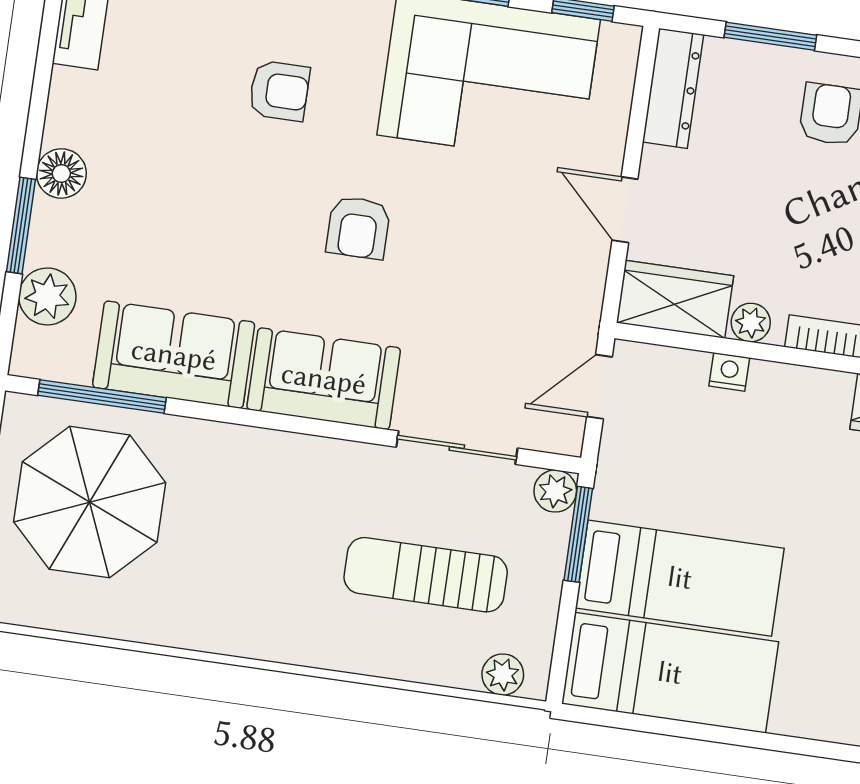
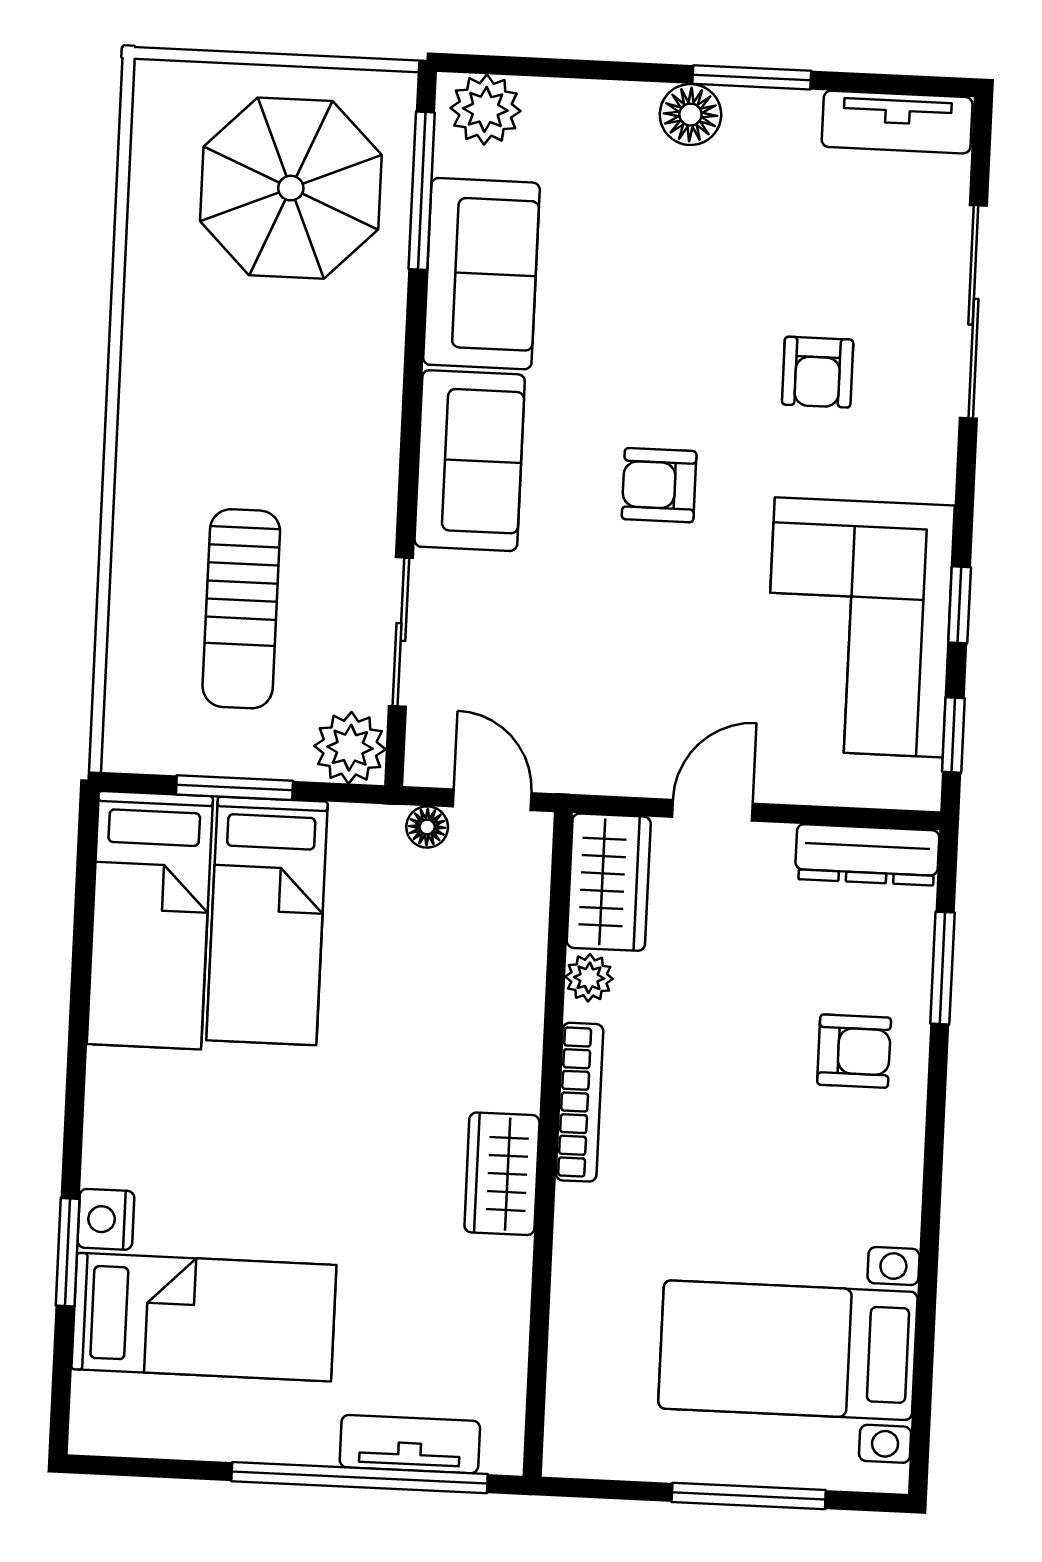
window: (21, 226) -> (752, 77), moved
plant: (47, 296) -> (485, 109), moved
nightstand: (729, 372) -> (526, 957), removed
floor lamp: (616, 442) -> (427, 827), added
plant: (555, 491) -> (350, 748), width x1.38, depth x1.38
window: (578, 534) -> (235, 788), moved
sun lounger: (426, 575) -> (241, 609), turned 180
plant: (503, 675) -> (128, 715), removed

